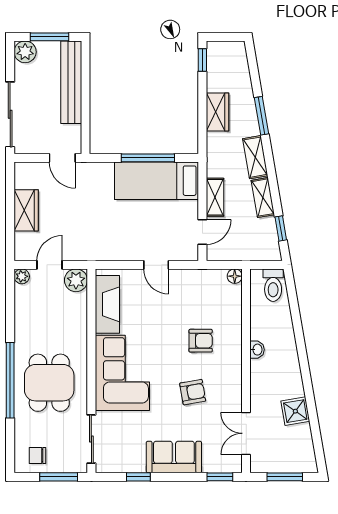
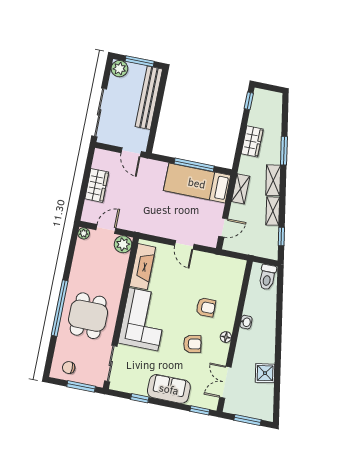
shelving: (215, 197) -> (241, 189), moved
floor lamp: (235, 276) -> (226, 337), moved

